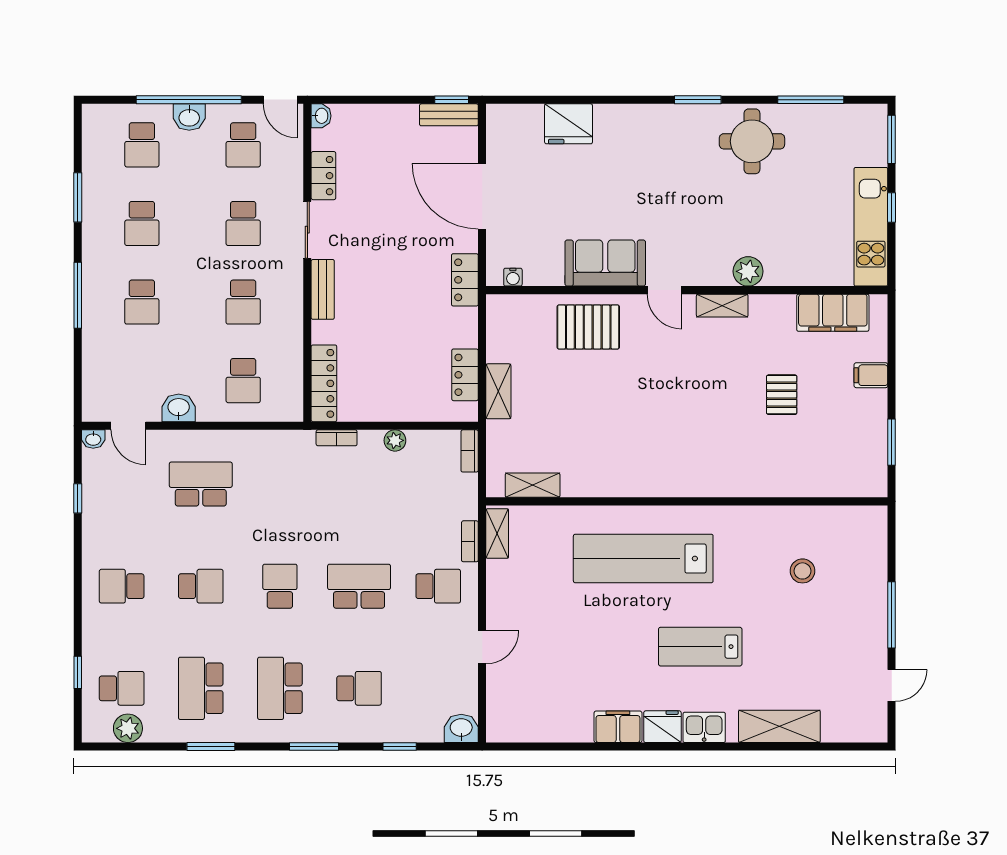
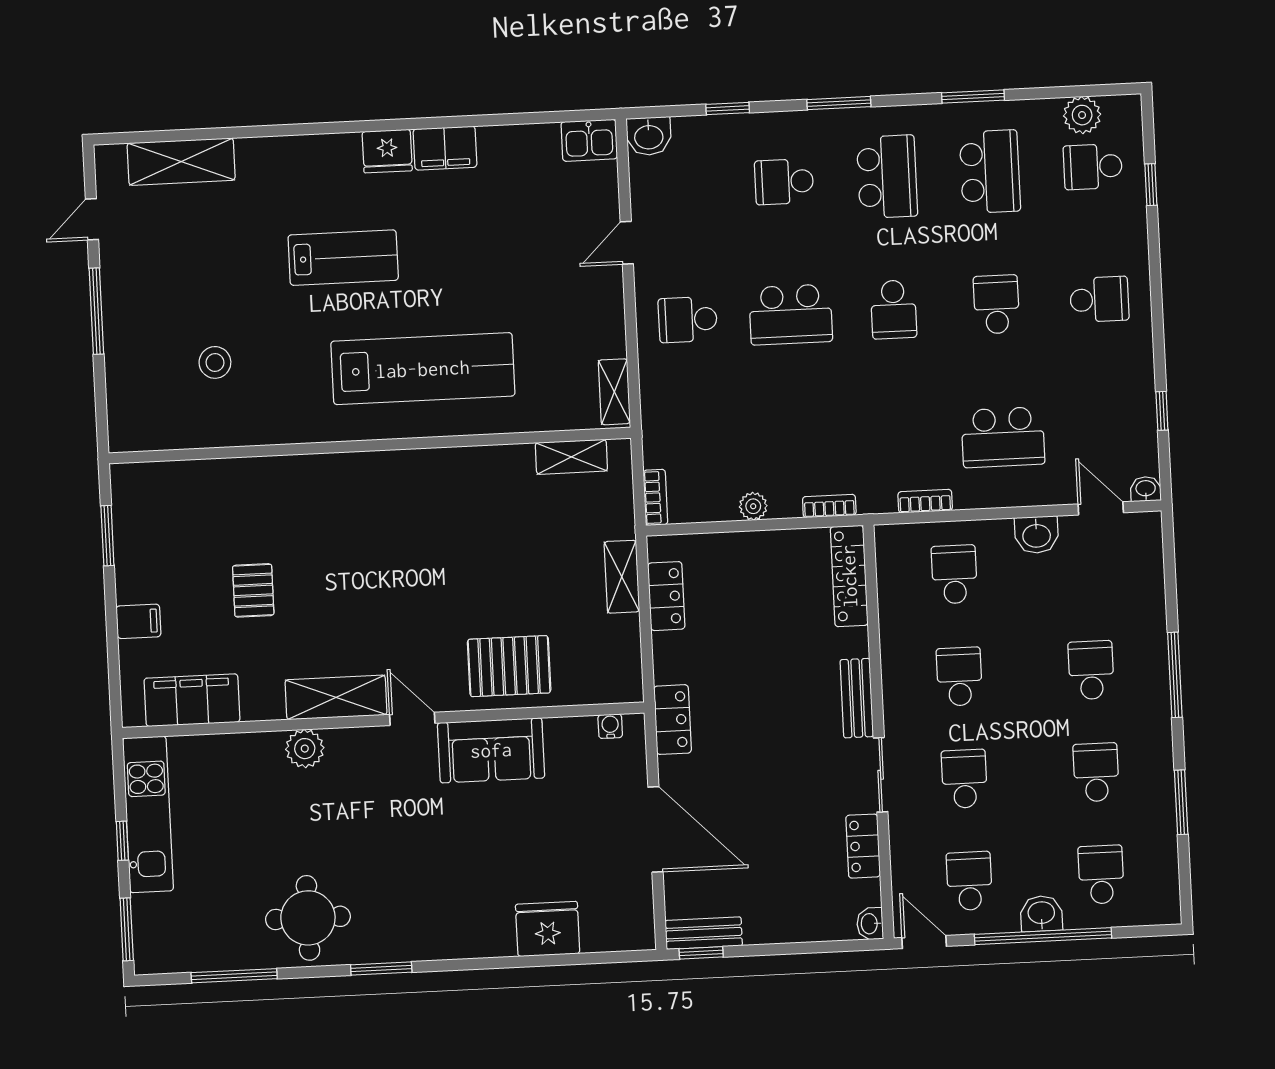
shelving: (722, 306) -> (336, 697), width x1.50, depth x1.33
bookcase: (470, 541) -> (925, 501), moved, turned -90
school desk: (201, 586) -> (996, 304), turned 90
shelving: (779, 726) -> (181, 162), moved
kitchen sink: (704, 727) -> (589, 140), moved

